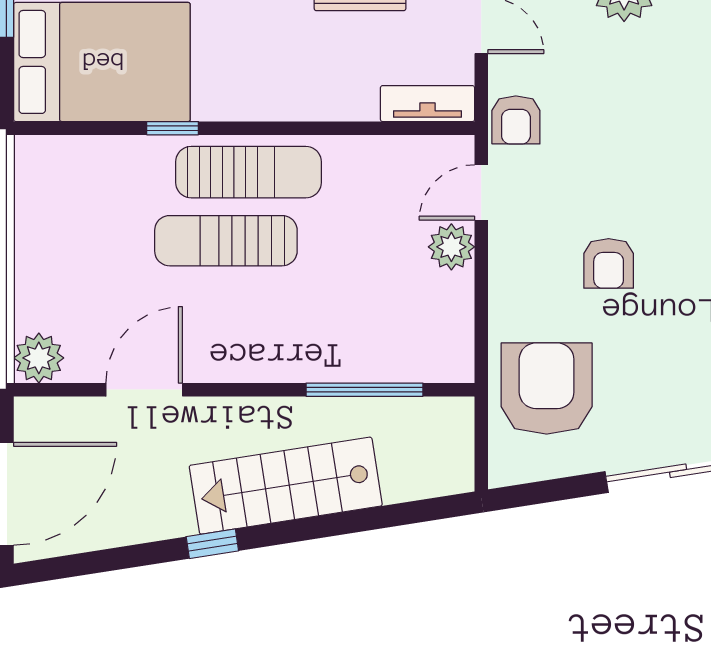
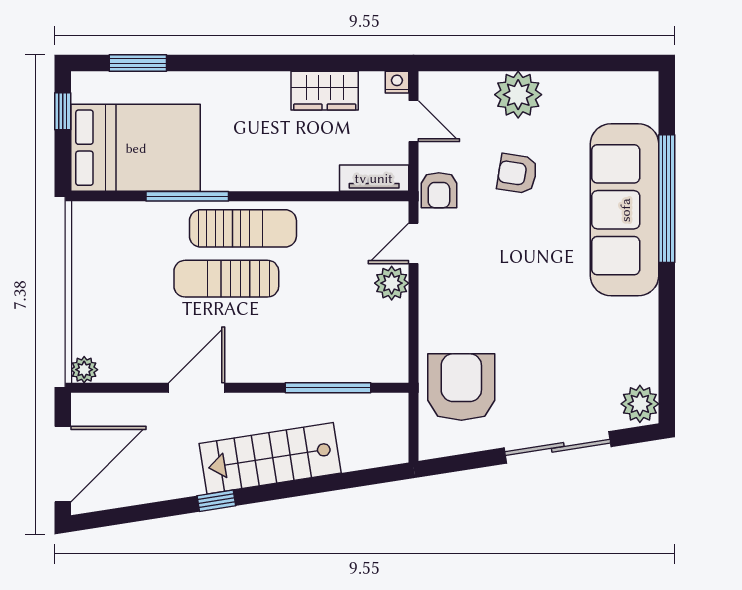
window: (173, 128) -> (187, 196), width x2.17
armchair: (609, 263) -> (517, 174), moved, turned 99
plant: (39, 358) -> (84, 370), width x0.73, depth x0.73
door: (144, 390) -> (197, 388), moved

